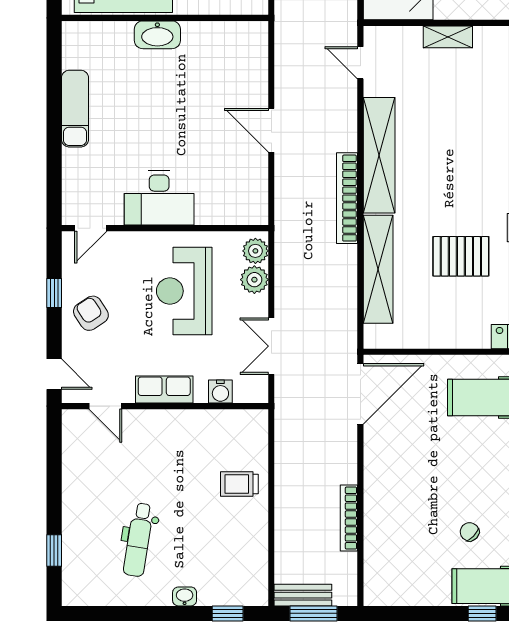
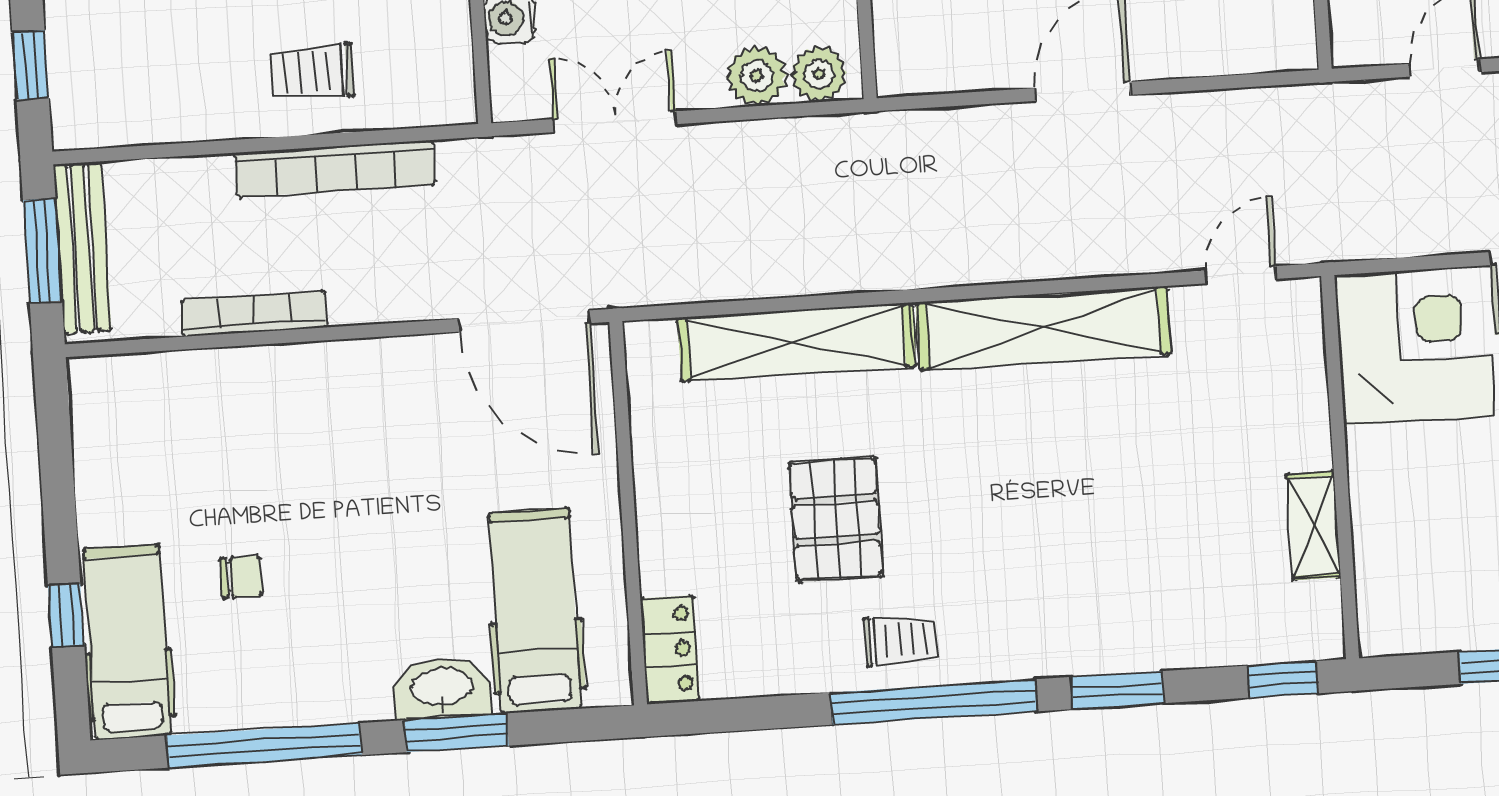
shelving: (448, 37) -> (1313, 526), moved
bookcase: (347, 198) -> (335, 169), moved, turned 180
trolley: (239, 484) -> (312, 72), turned -90
chair: (470, 532) -> (241, 577), turned 46
bench: (303, 595) -> (82, 248), width x1.36

